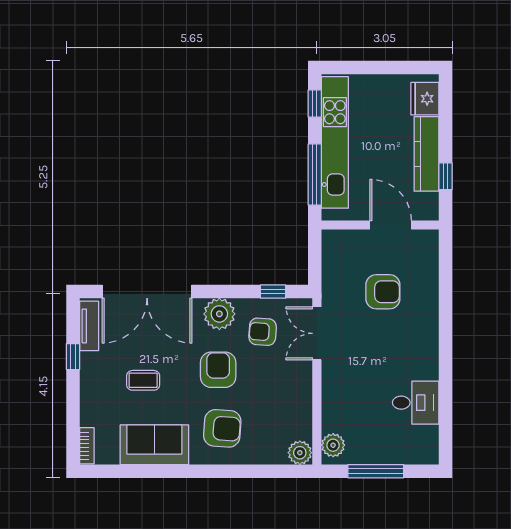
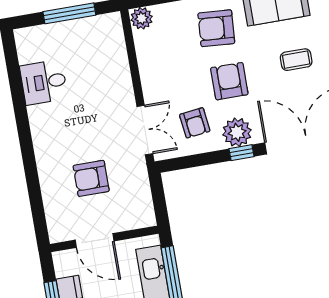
window: (273, 292) -> (242, 153), moved
armchair: (263, 332) -> (195, 123), turned 79
armchair: (218, 370) -> (229, 81), turned 180
plant: (333, 445) -> (112, 30), removed

